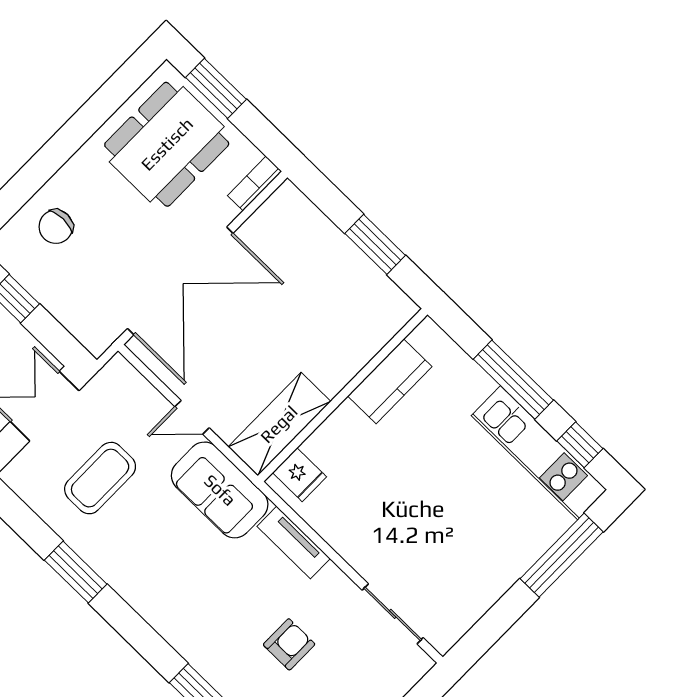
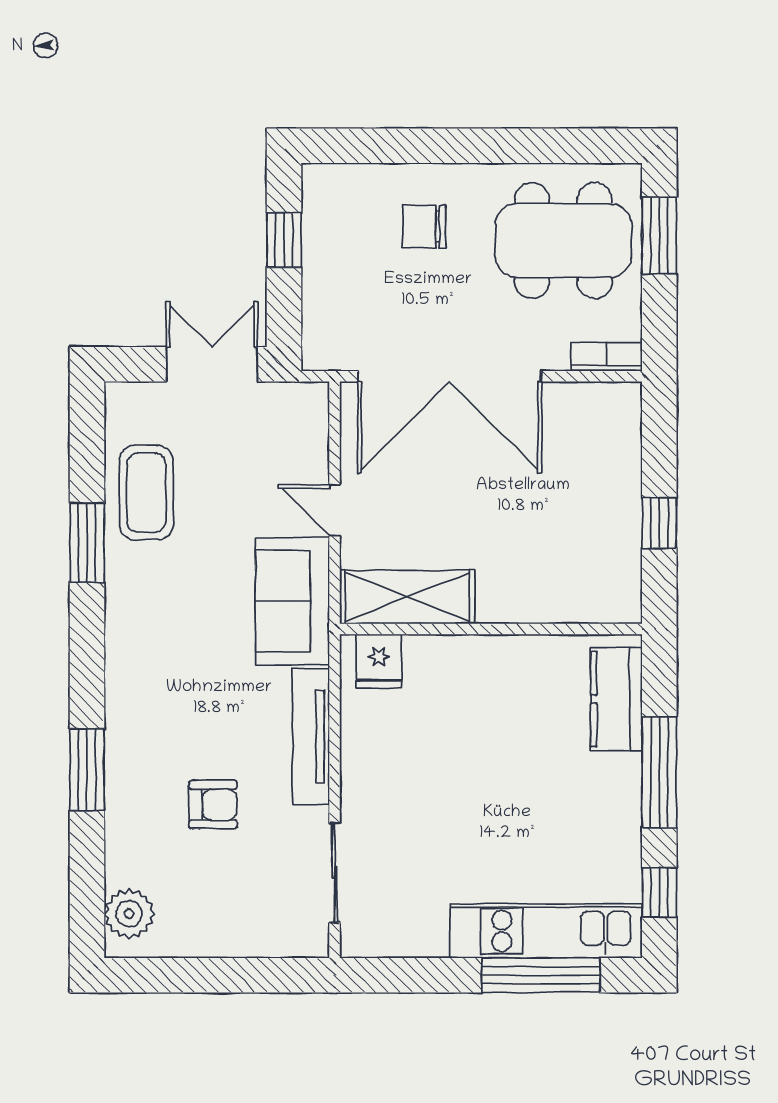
chair: (56, 227) -> (424, 227), moved
window: (375, 244) -> (659, 523), width x0.67
kitchen counter: (390, 381) -> (616, 699), moved, turned 90
kitchen unit: (539, 453) -> (546, 931), moved, turned 90
coffee table: (100, 478) -> (146, 493), moved, turned 90
tv unit: (294, 542) -> (311, 737), width x1.41

